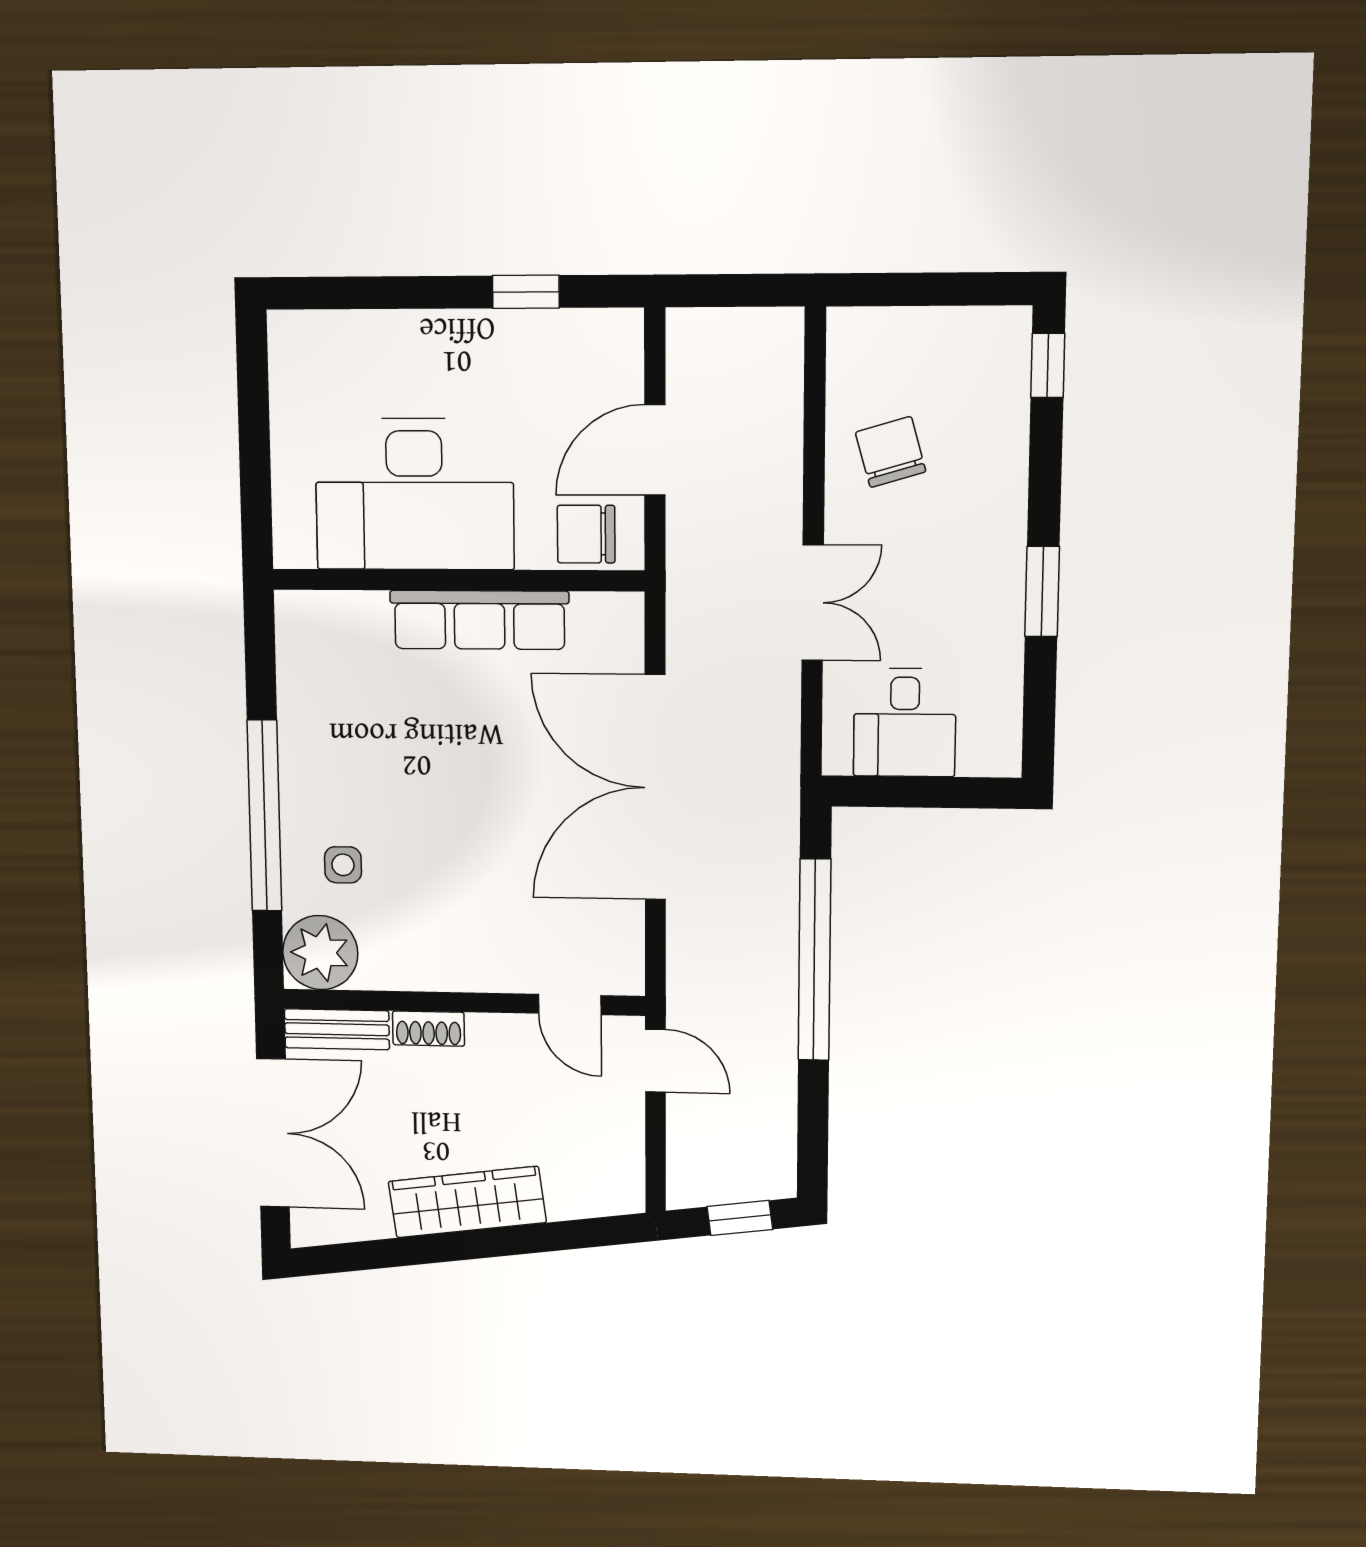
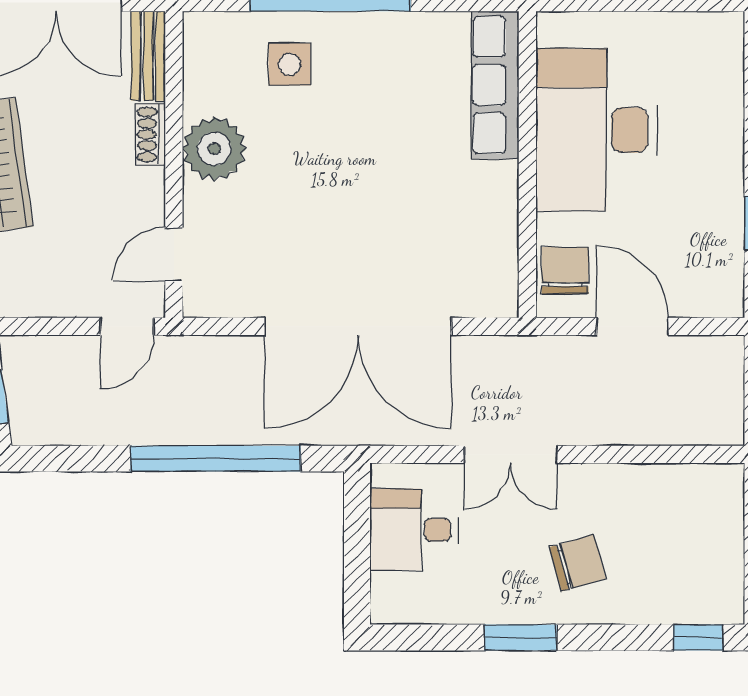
chair: (891, 452) -> (578, 563), moved
row of seats: (479, 620) -> (495, 85), moved
double door: (655, 788) -> (358, 326), swing flipped
side table: (343, 865) -> (290, 64), width x1.37, depth x1.37
plant: (320, 953) -> (214, 149), moved

